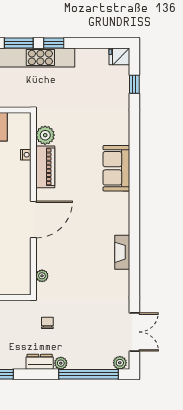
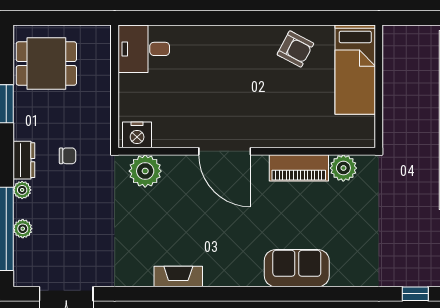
nightstand: (26, 155) -> (137, 135), moved, width x1.89, depth x1.79
plant: (42, 276) -> (145, 171), width x1.87, depth x1.87
chair: (47, 323) -> (68, 156), moved
plant: (120, 363) -> (23, 229), moved

